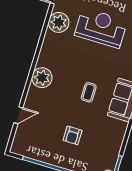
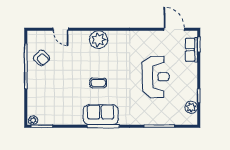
plant: (59, 22) -> (150, 40), removed
armchair: (72, 135) -> (42, 58), moved, turned -136

